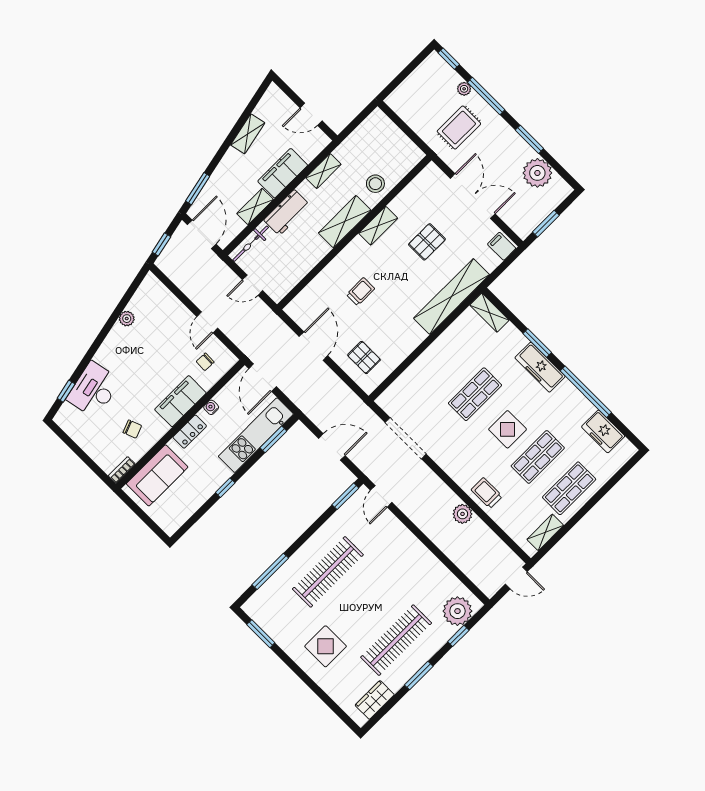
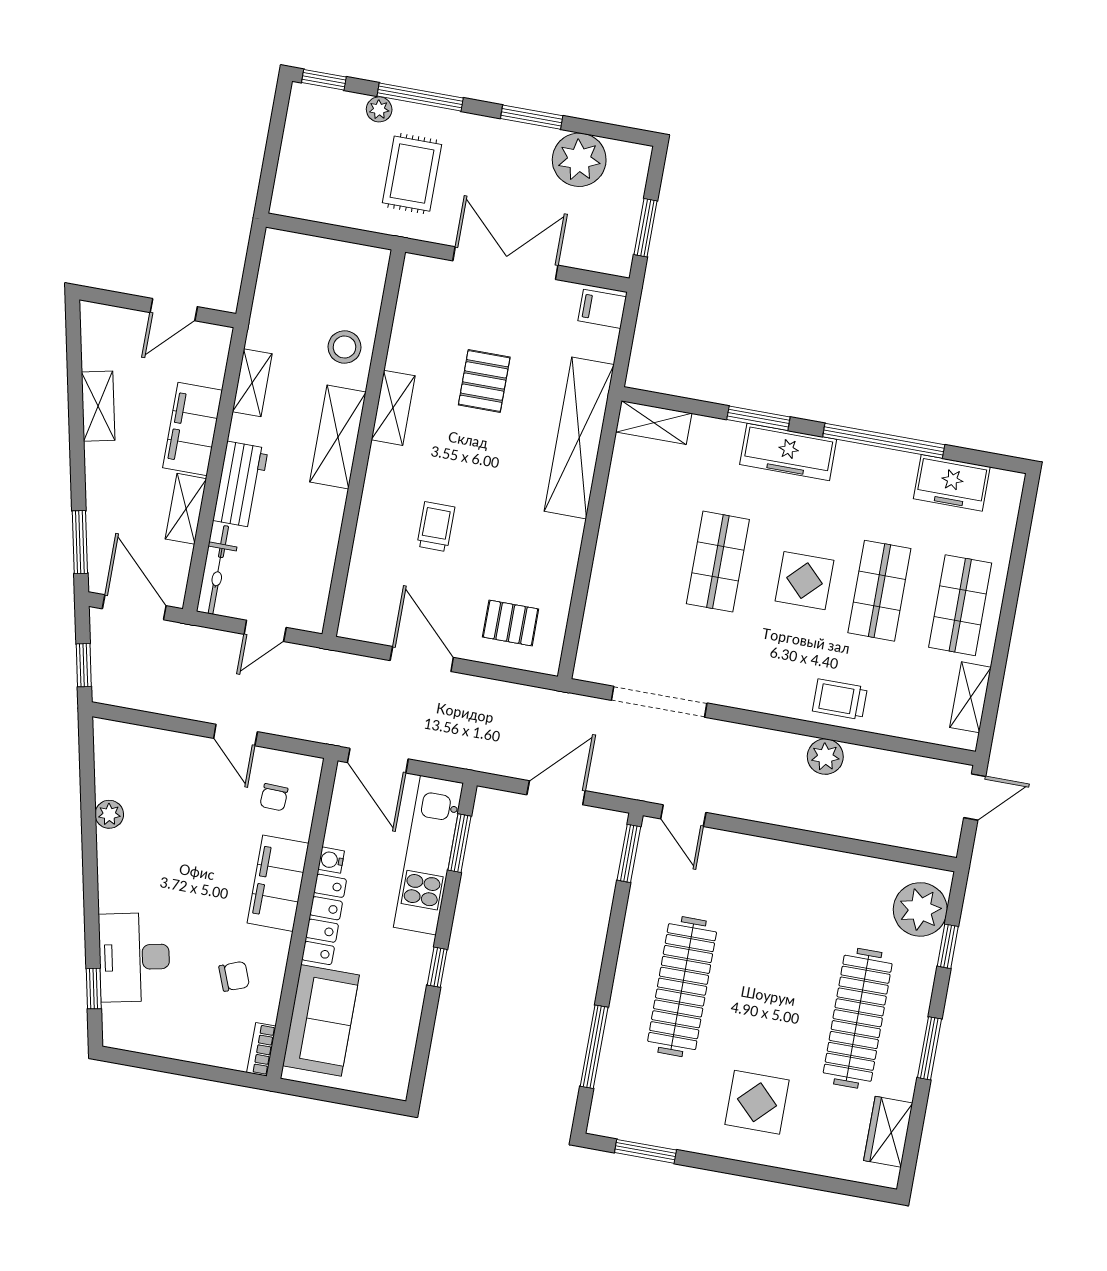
locker: (190, 432) -> (324, 919), width x1.53

